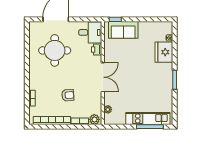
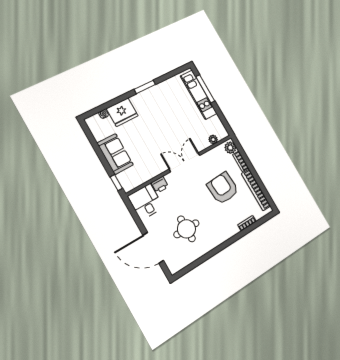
sofa: (123, 30) -> (115, 154), moved
round table: (55, 50) -> (186, 229), width x0.73, depth x0.73
armchair: (68, 95) -> (223, 188), width x1.88, depth x1.88

